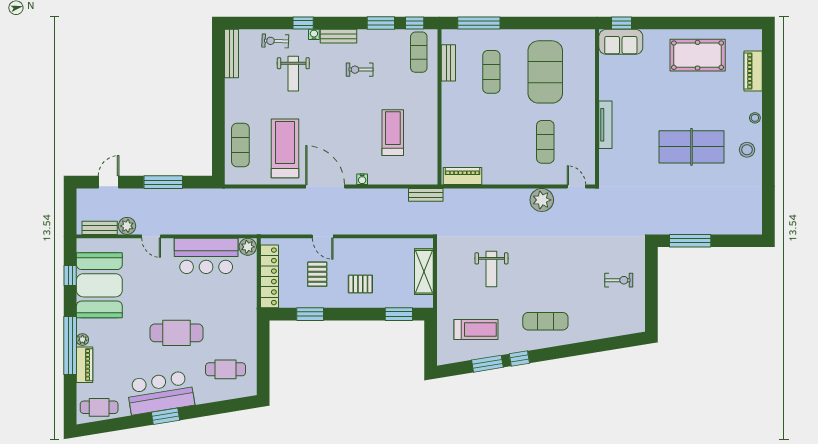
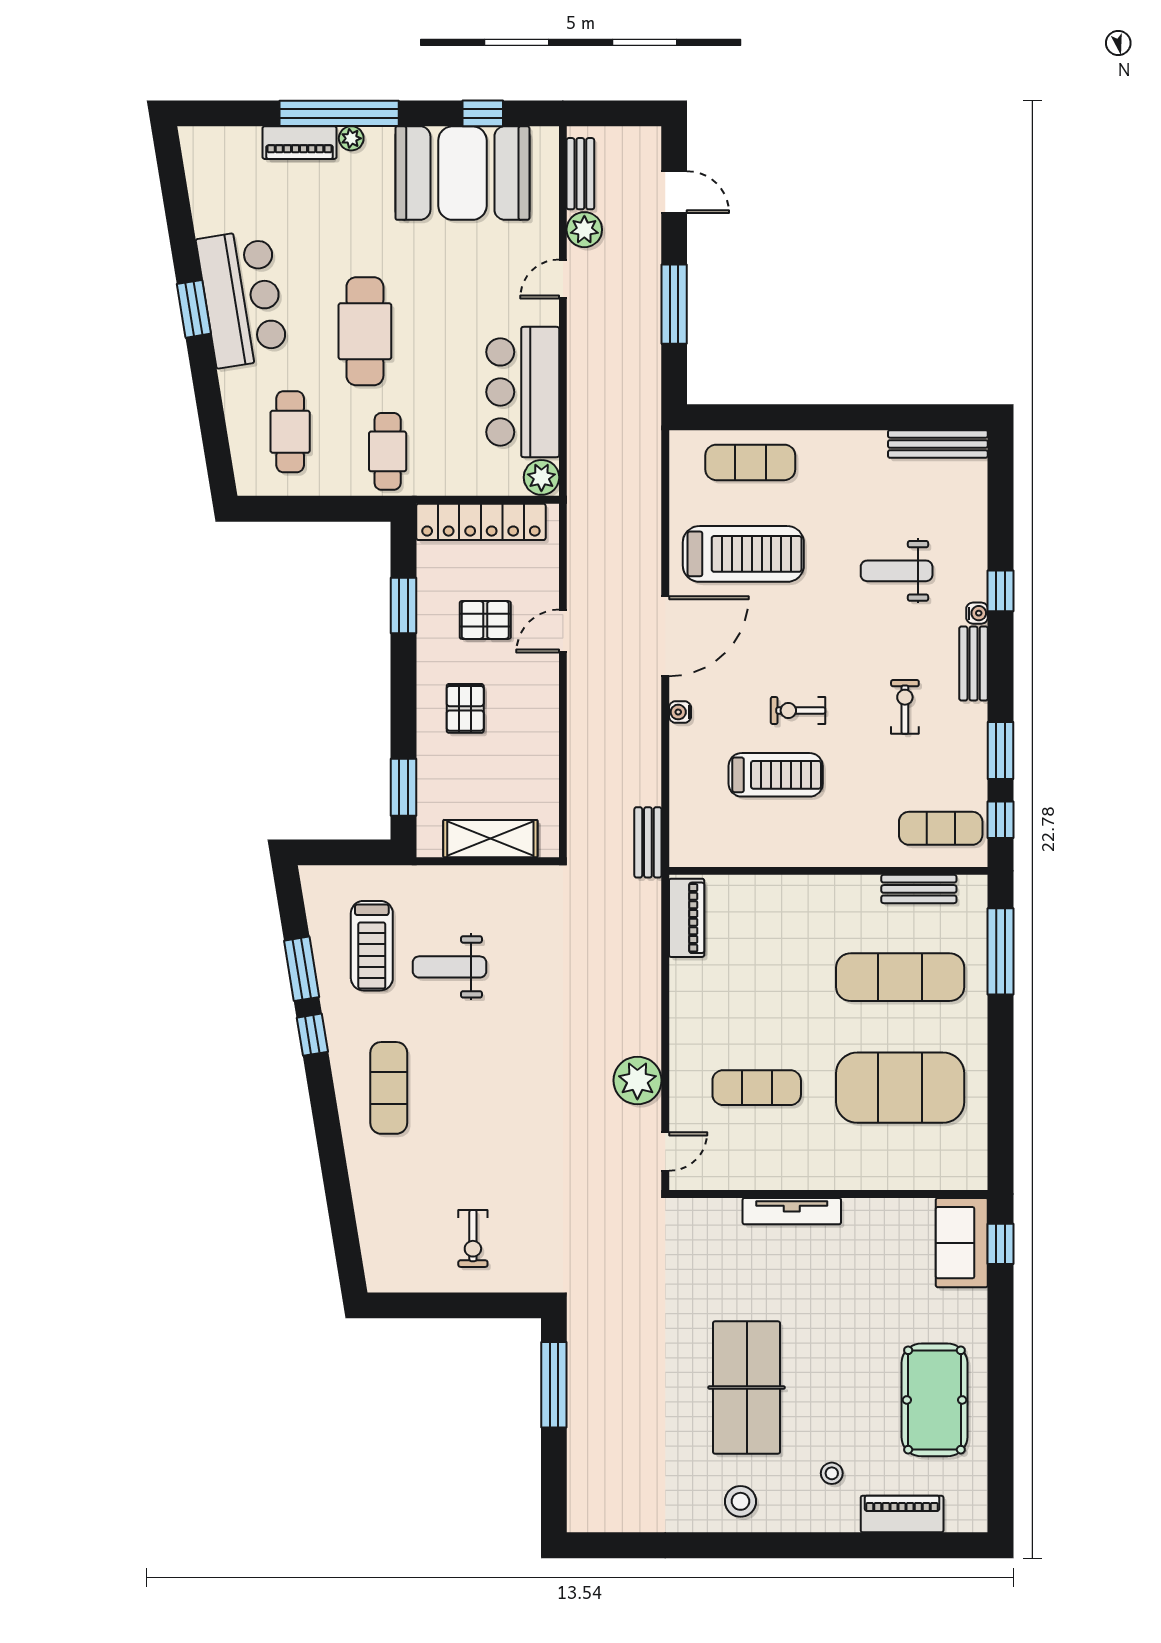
exercise bike: (275, 41) -> (798, 710), moved, turned -92
exercise mat: (491, 72) -> (900, 977), width x1.36, depth x1.45
stool: (755, 118) -> (832, 1473), moved
weight bench: (491, 269) -> (449, 967), moved
cafe table: (99, 407) -> (388, 451), moved

